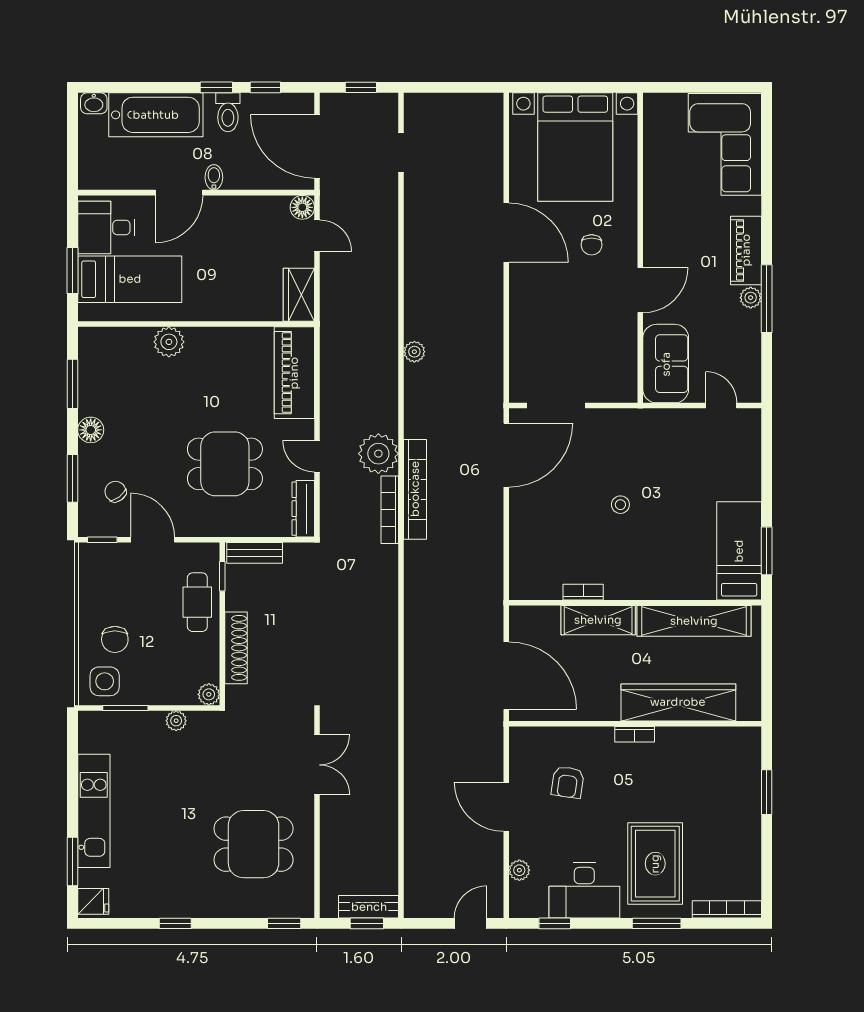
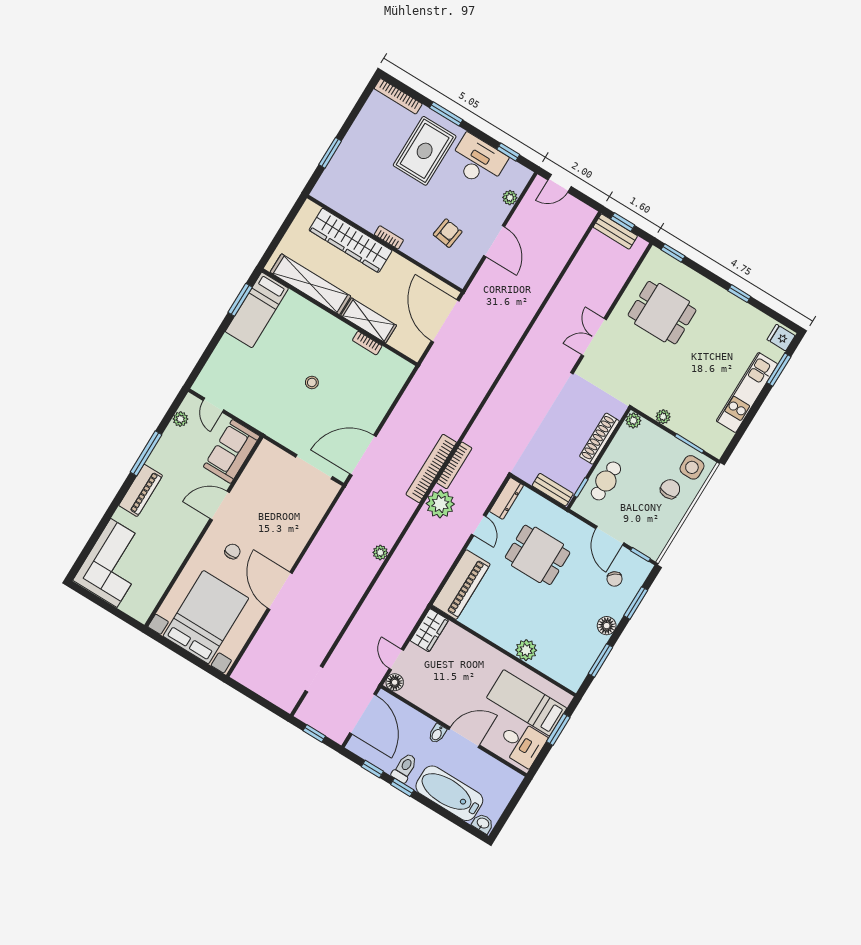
plant: (751, 298) -> (180, 419), moved

